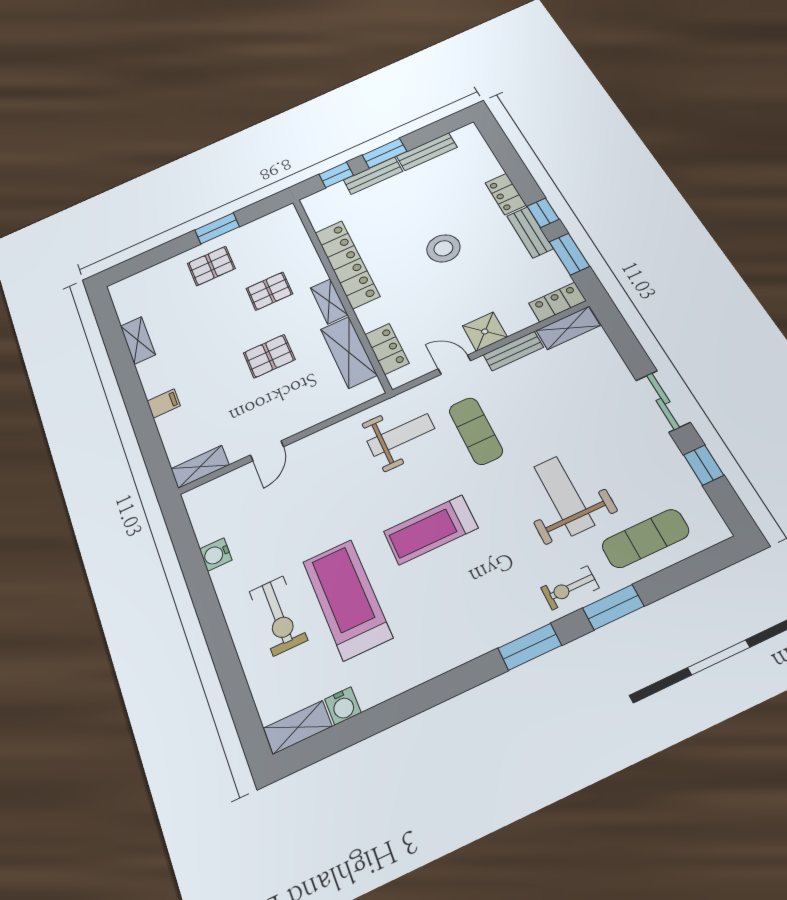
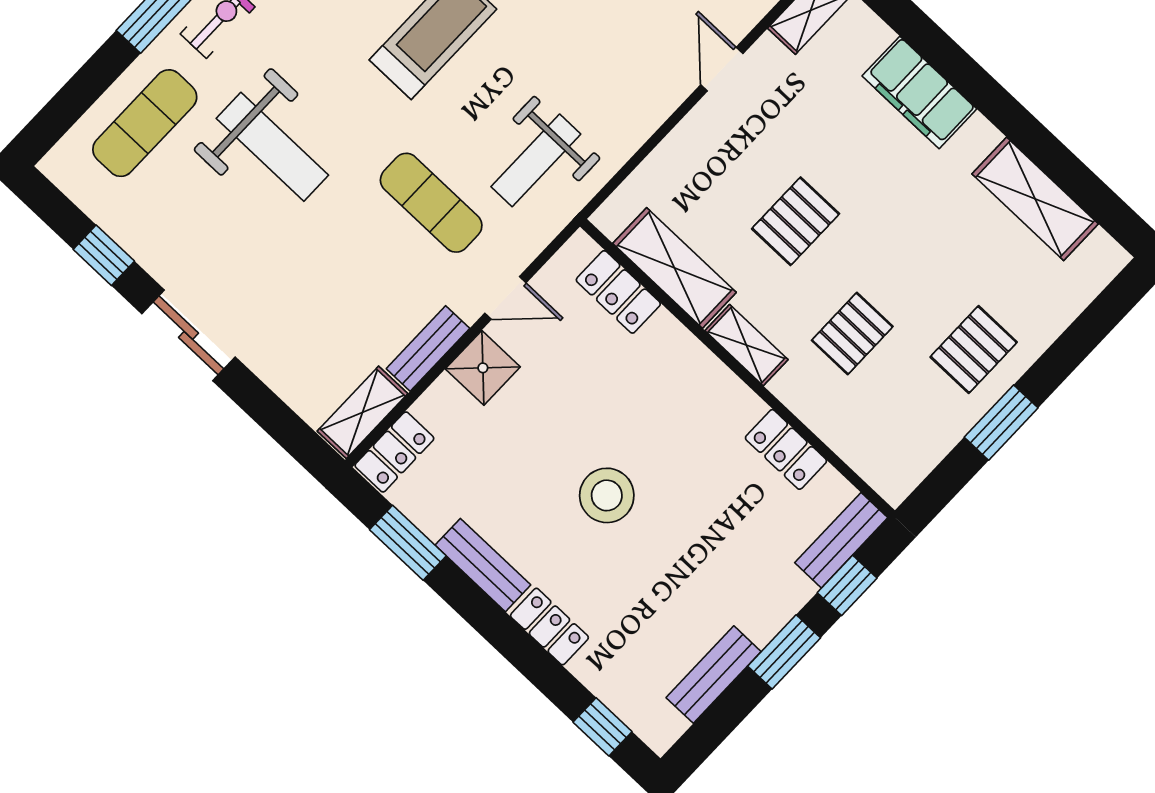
bench: (373, 176) -> (841, 540), moved
window: (543, 213) -> (603, 727), moved
locker: (347, 264) -> (786, 449), width x0.46, depth x0.83
shelving: (138, 340) -> (1035, 199), width x1.50, depth x1.33
filing cabinet: (164, 403) -> (919, 92), width x3.00, depth x1.17

